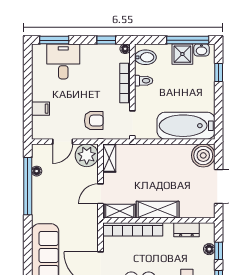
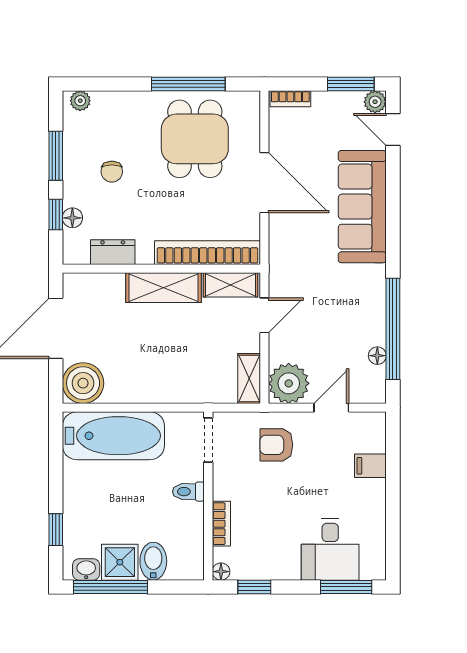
bidet: (145, 57) -> (153, 561), moved, turned 90
toilet: (144, 81) -> (188, 492), moved
bookcase: (125, 83) -> (221, 524), width x0.64

